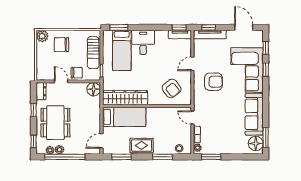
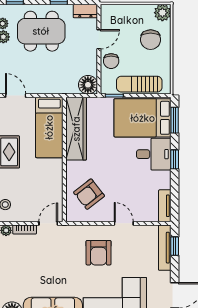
window: (179, 27) -> (175, 159), moved
chair: (61, 45) -> (151, 40), turned 180
bed: (122, 50) -> (143, 118), width x1.50

